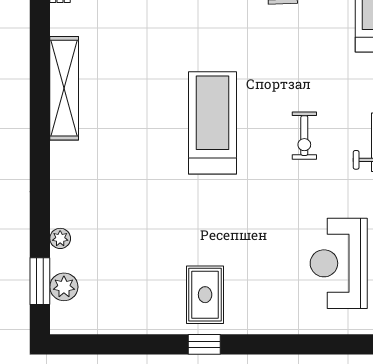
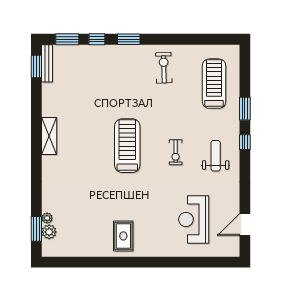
shelving: (64, 88) -> (49, 136), width x0.68
plant: (60, 238) -> (47, 218), moved
window: (204, 344) -> (123, 262), removed

